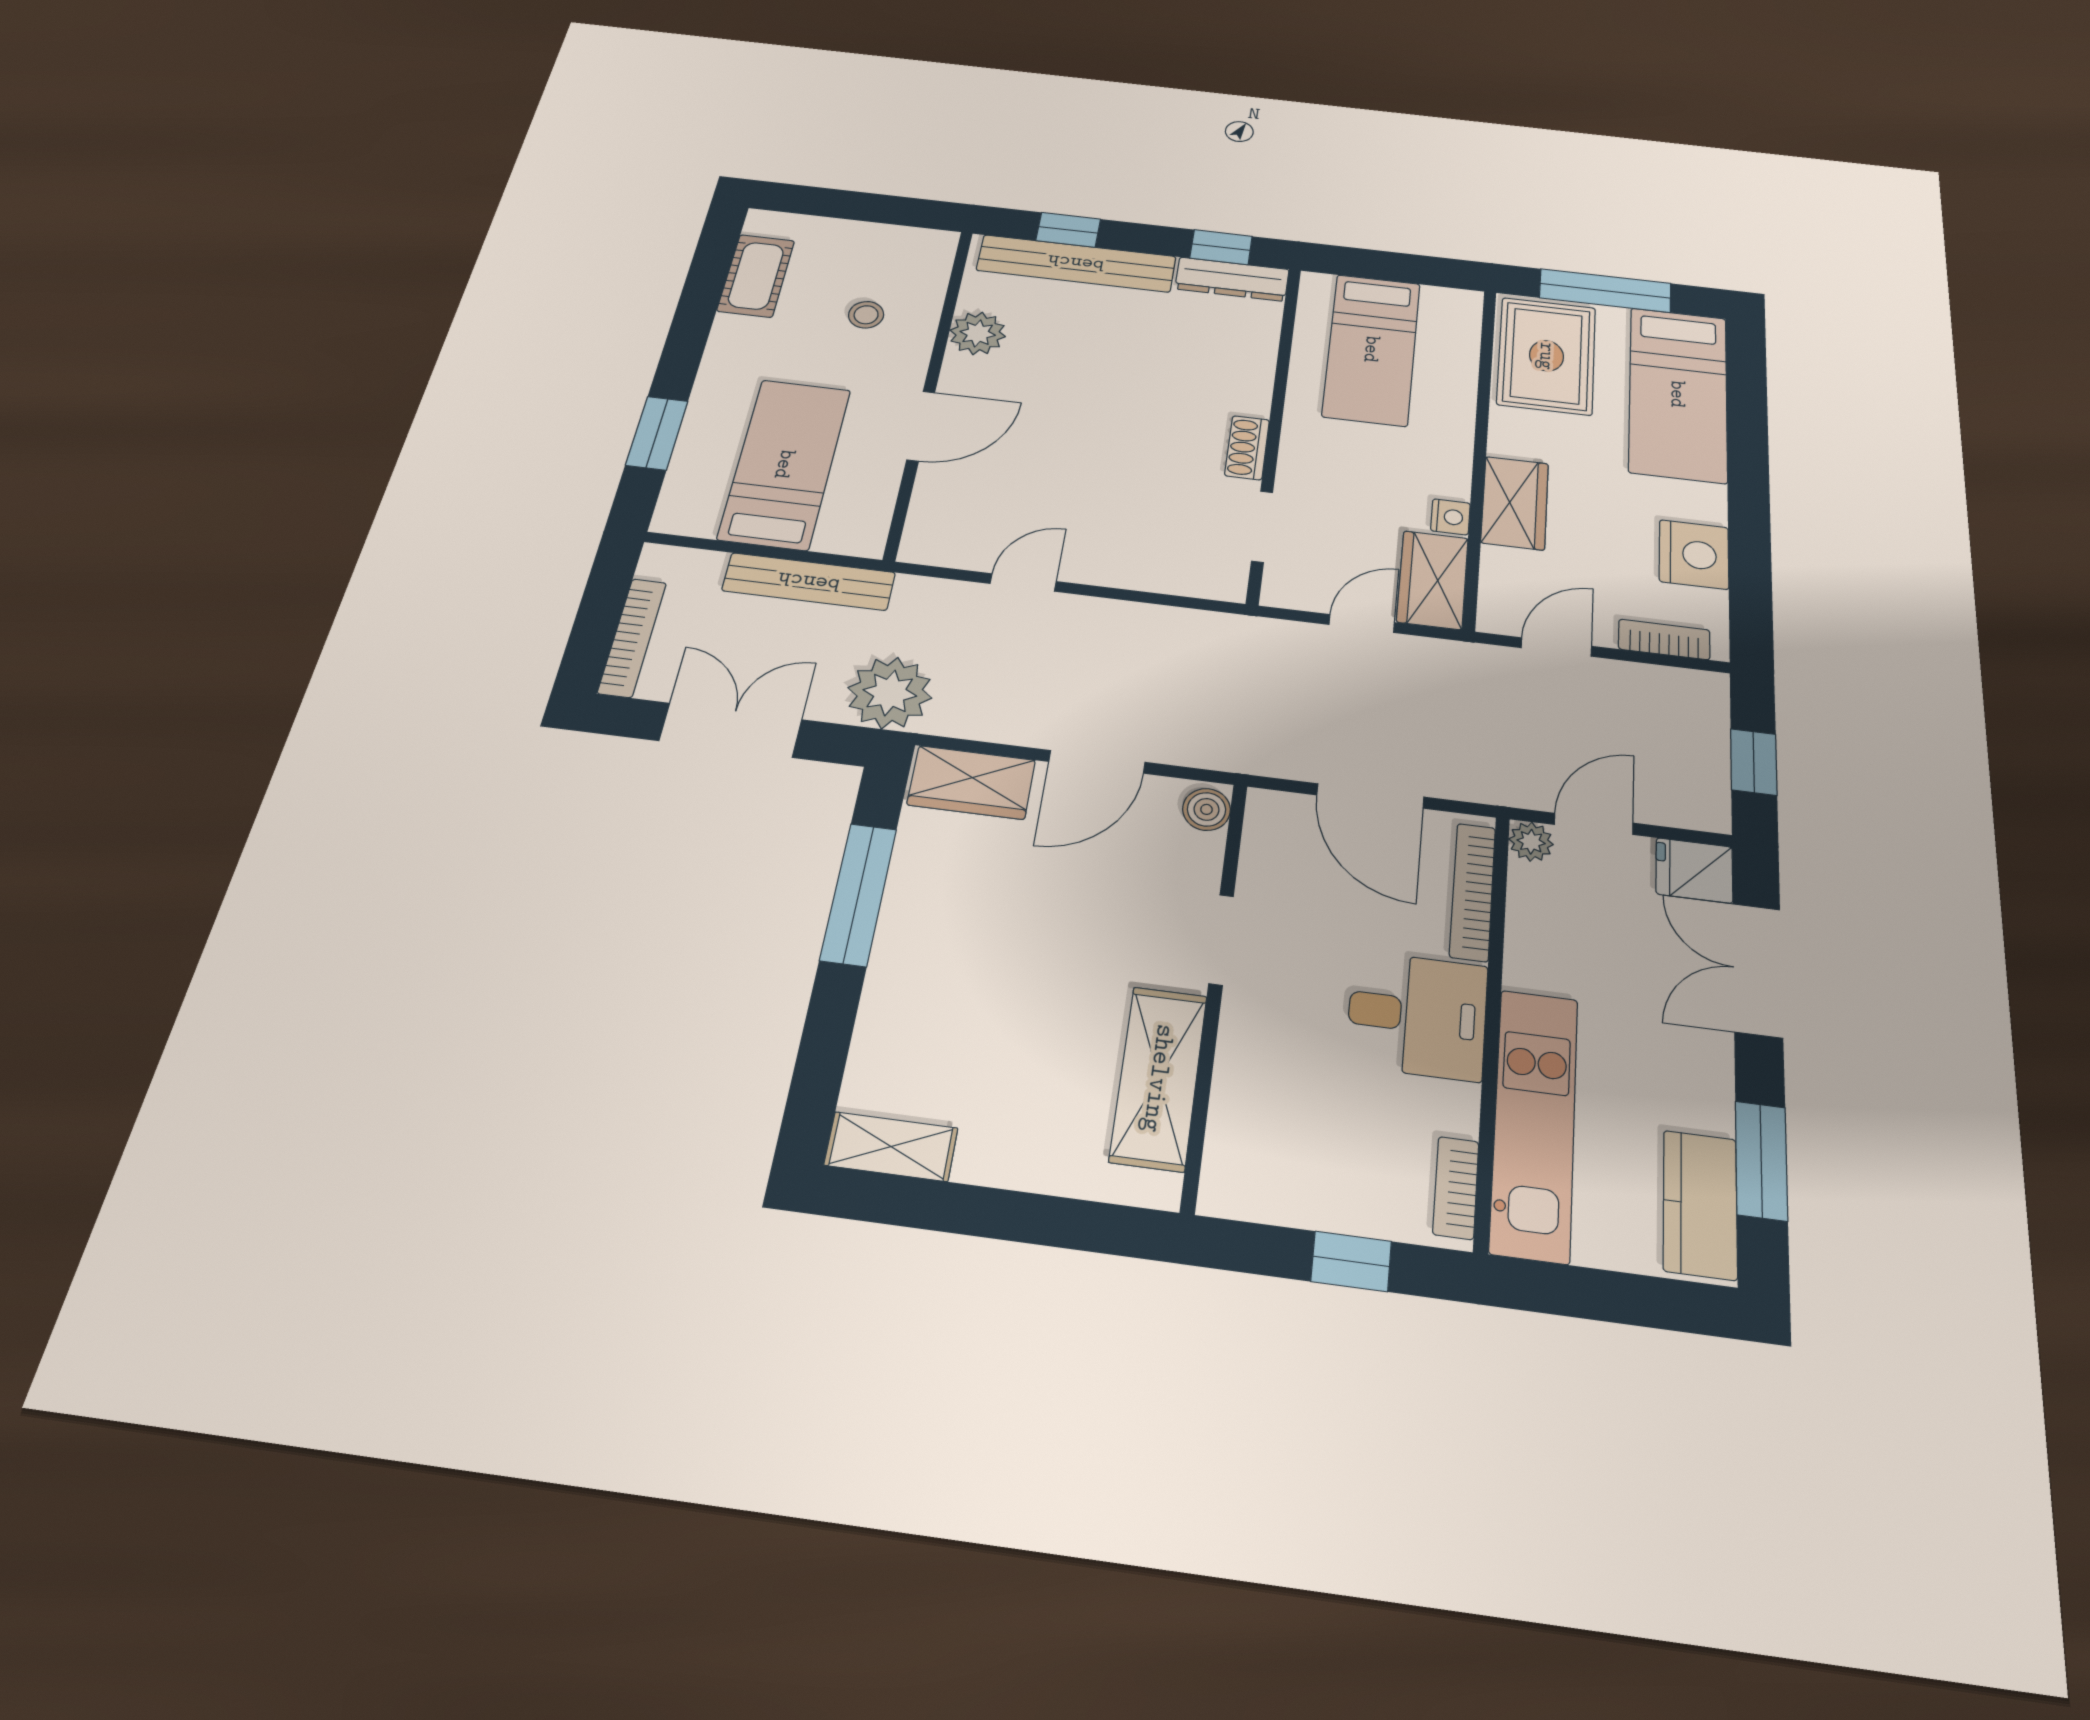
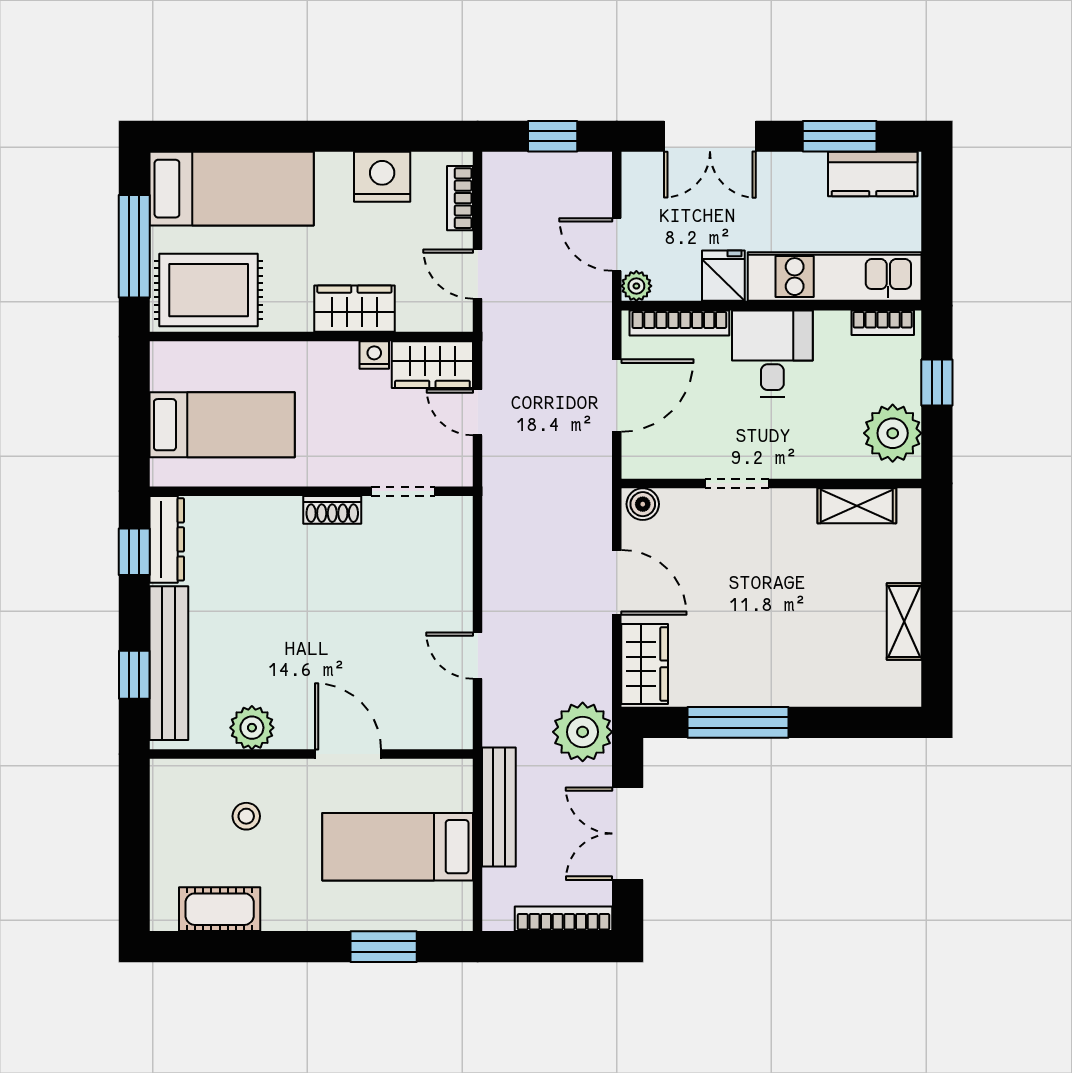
fridge: (1694, 870) -> (723, 276), moved, turned 180
shelving: (1159, 1078) -> (857, 506), width x0.67, depth x0.75
shelving: (891, 1147) -> (904, 621), moved
plant: (1274, 1179) -> (893, 433), added

